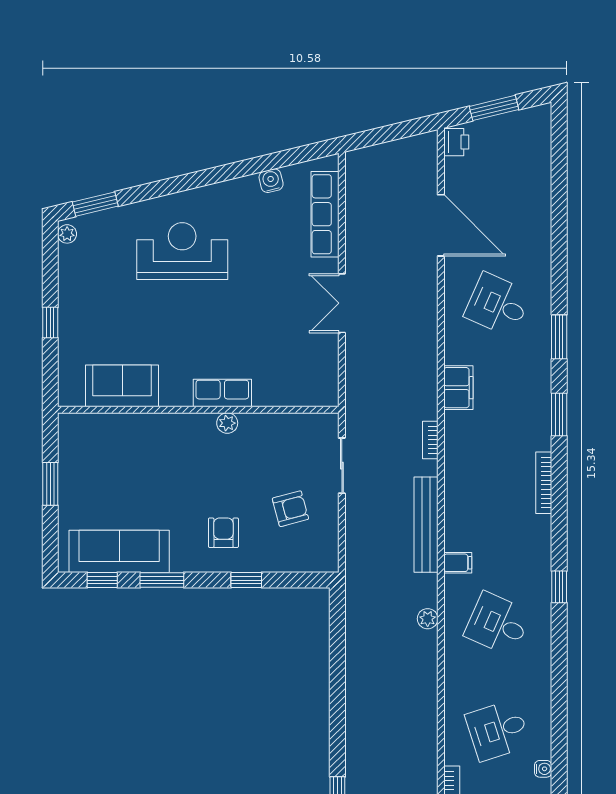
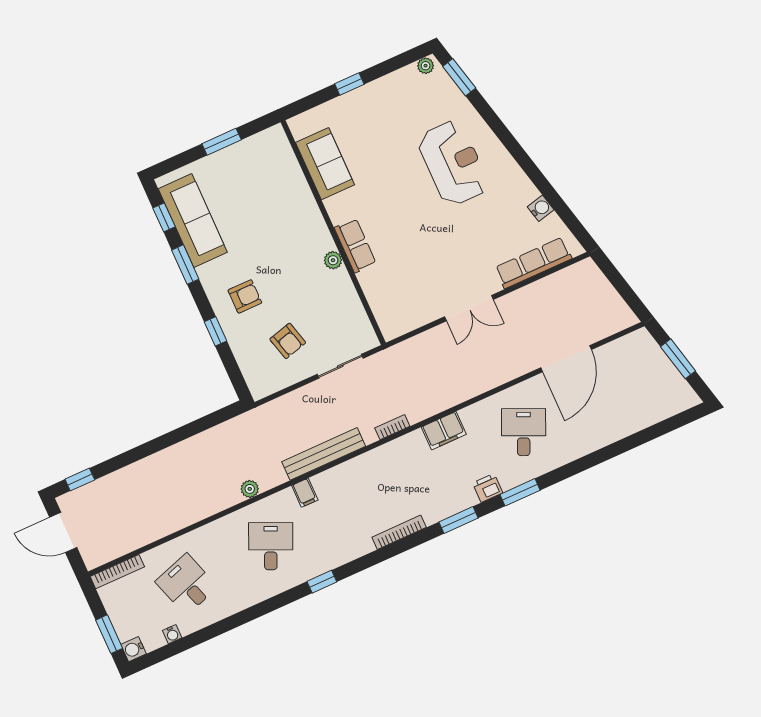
printer: (456, 142) -> (488, 488), moved, turned 180
double door: (342, 303) -> (469, 308), swing flipped

